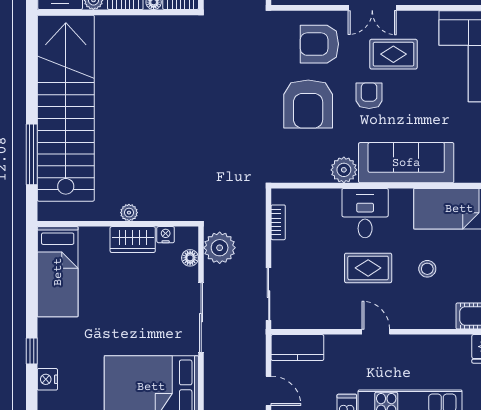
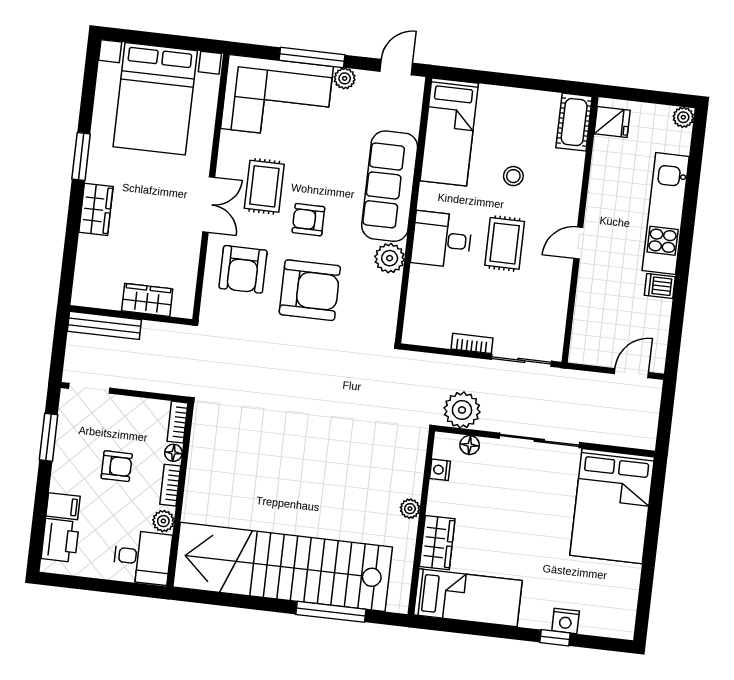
bookcase: (278, 222) -> (472, 343), moved
wardrobe: (133, 240) -> (437, 543), moved
kitchen counter: (297, 348) -> (586, 334), removed
nightstand: (47, 379) -> (566, 621), moved

